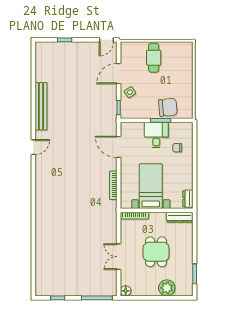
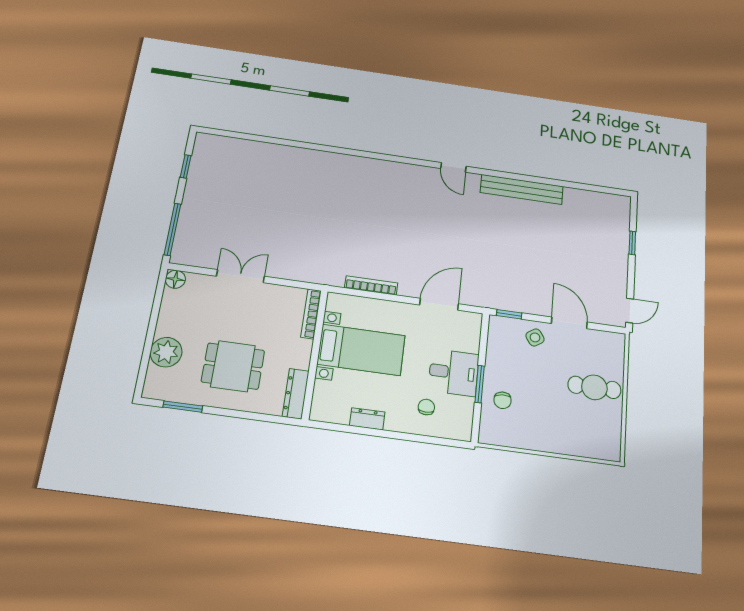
door: (106, 40) -> (630, 311), swing flipped
chair: (168, 107) -> (503, 400), width x0.54, depth x0.54
dresser: (188, 199) -> (367, 419), moved
dining table: (156, 252) -> (233, 366), moved

